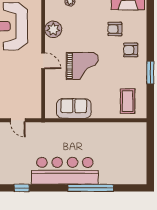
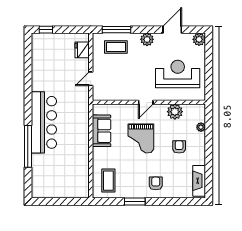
armchair: (115, 29) -> (179, 147), moved
coffee table: (128, 101) -> (108, 181), turned 90
window: (22, 188) -> (28, 82), removed

